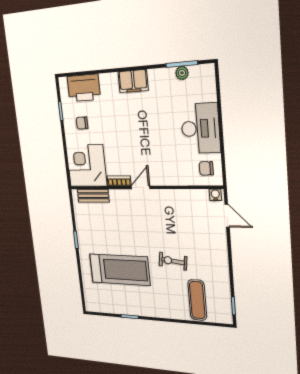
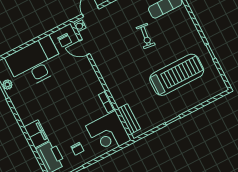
filing cabinet: (133, 81) -> (36, 134), moved
desk: (200, 128) -> (35, 63), width x1.36, depth x1.30
door: (141, 187) -> (84, 47), moved
treadmill: (120, 270) -> (177, 75), turned 90

